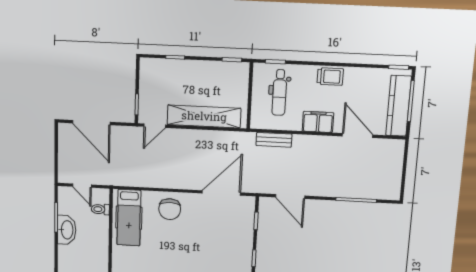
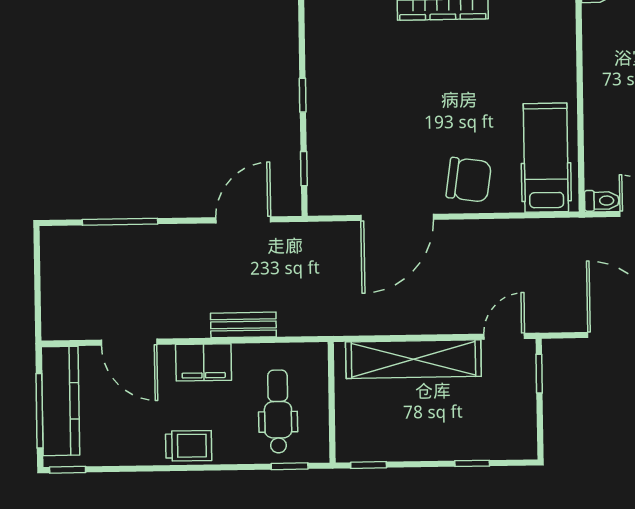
trolley: (330, 77) -> (189, 446), turned 180
bench: (274, 140) -> (243, 325), moved
door: (221, 193) -> (397, 217), moved
door: (290, 197) -> (243, 220), hinge flipped
toilet: (100, 209) -> (602, 201), moved
chair: (170, 209) -> (469, 180), turned 98

